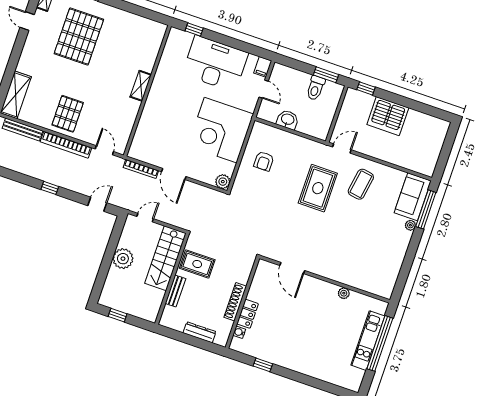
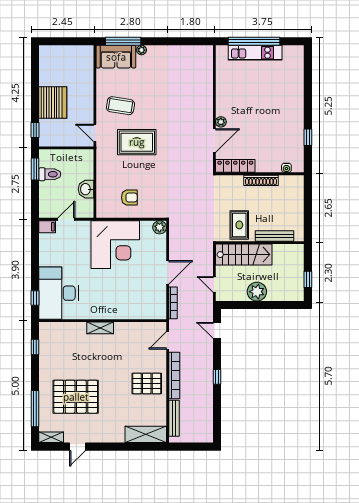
window: (144, 12) -> (35, 347), added
desk: (215, 64) -> (59, 293), moved
bench: (175, 291) -> (275, 236), width x1.36
plant: (344, 293) -> (221, 122), moved
locker: (248, 314) -> (235, 166), moved, width x1.53
dresser: (200, 332) -> (298, 202), removed

